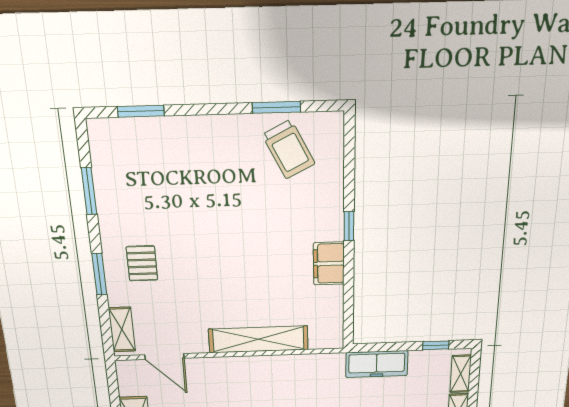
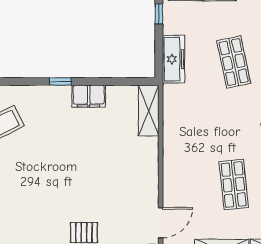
shelving: (258, 339) -> (149, 111), moved, width x0.68

